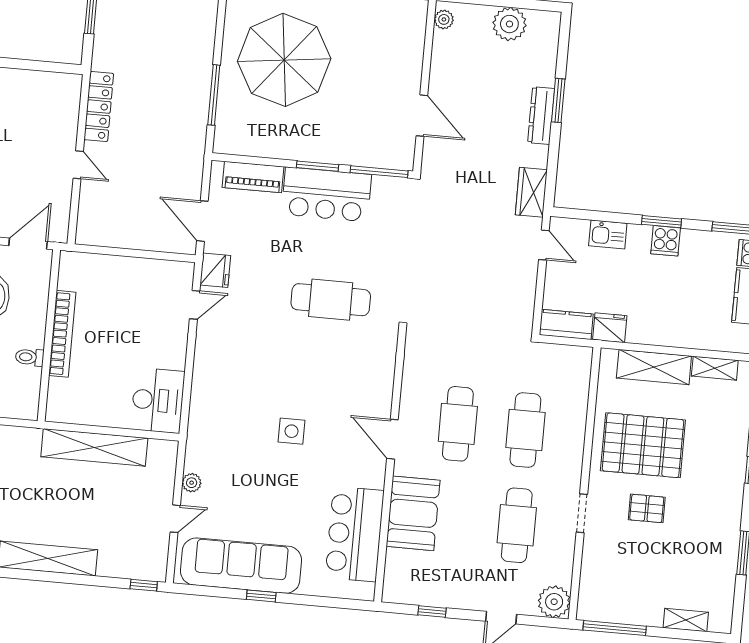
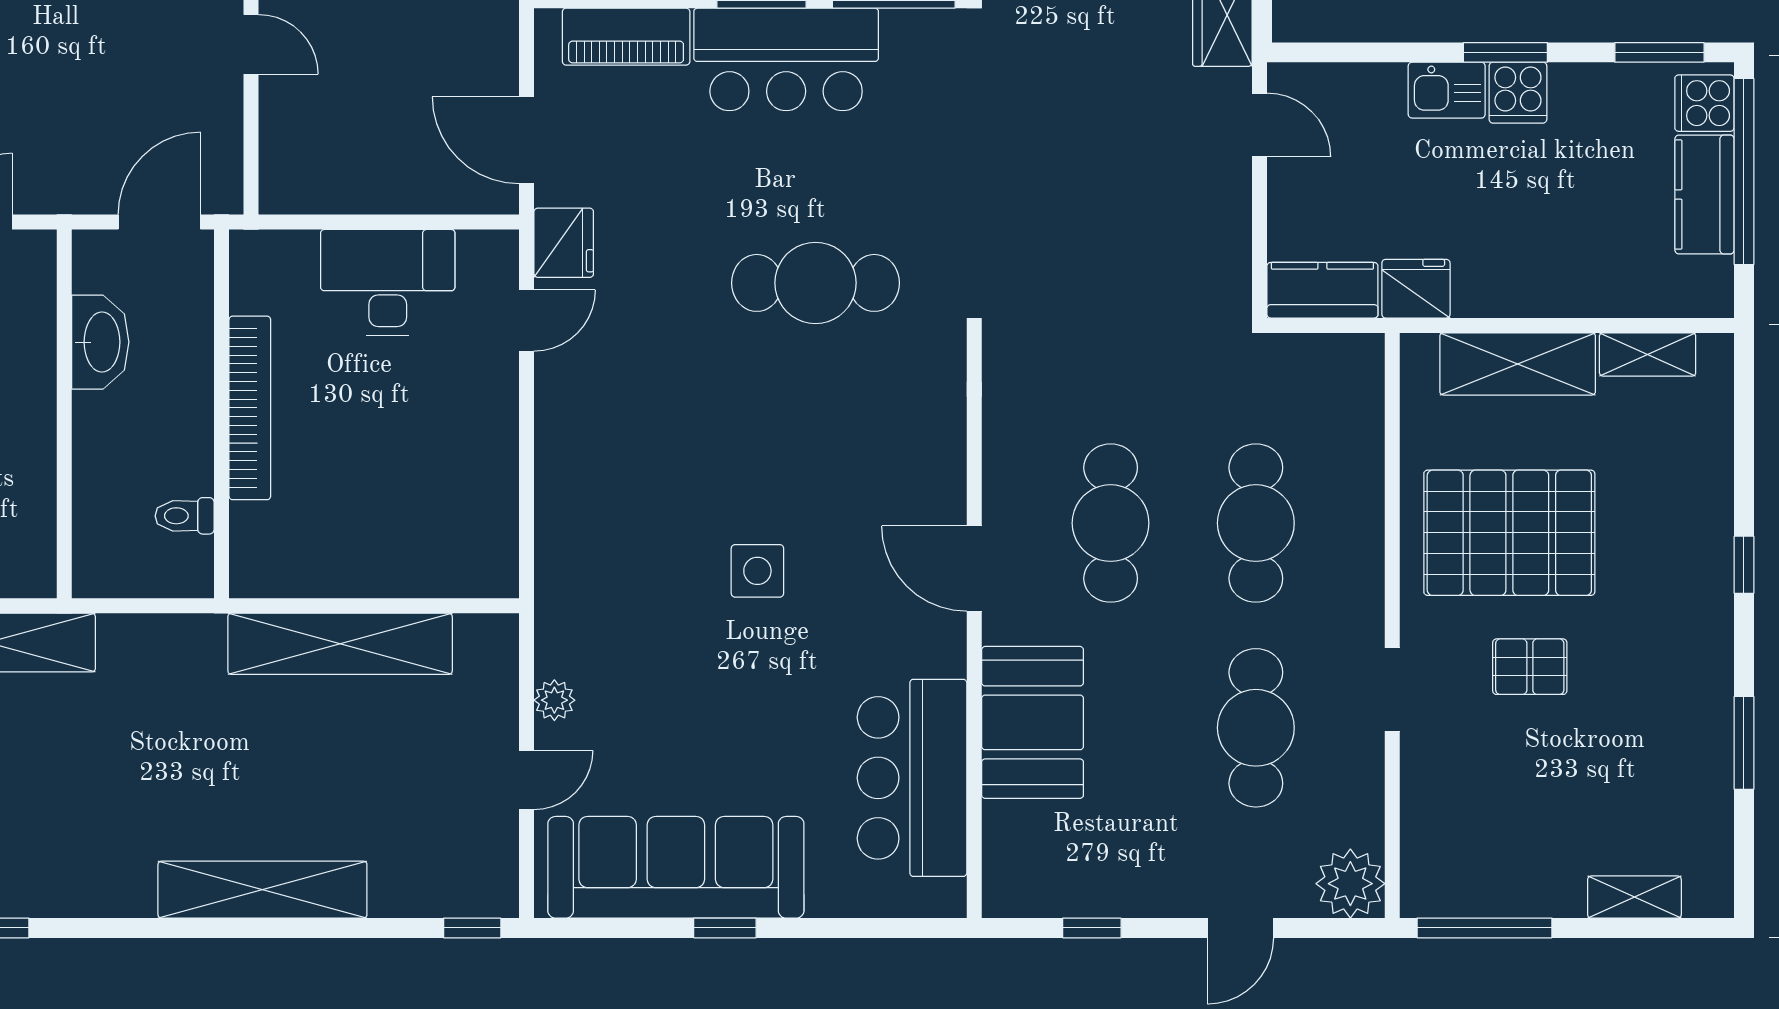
kitchen sink: (608, 234) -> (1447, 90), moved
toilet: (30, 357) -> (185, 516), moved
desk: (158, 400) -> (388, 282), moved, turned -90

